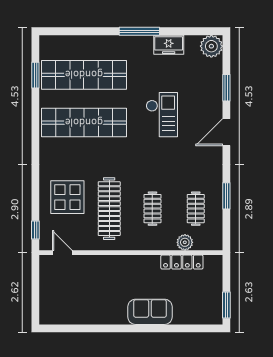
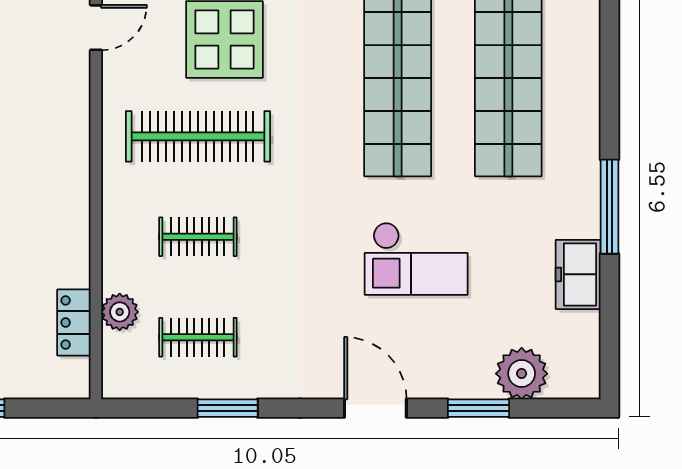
plant: (211, 46) -> (522, 374), moved
locker: (182, 262) -> (74, 323), width x0.66

